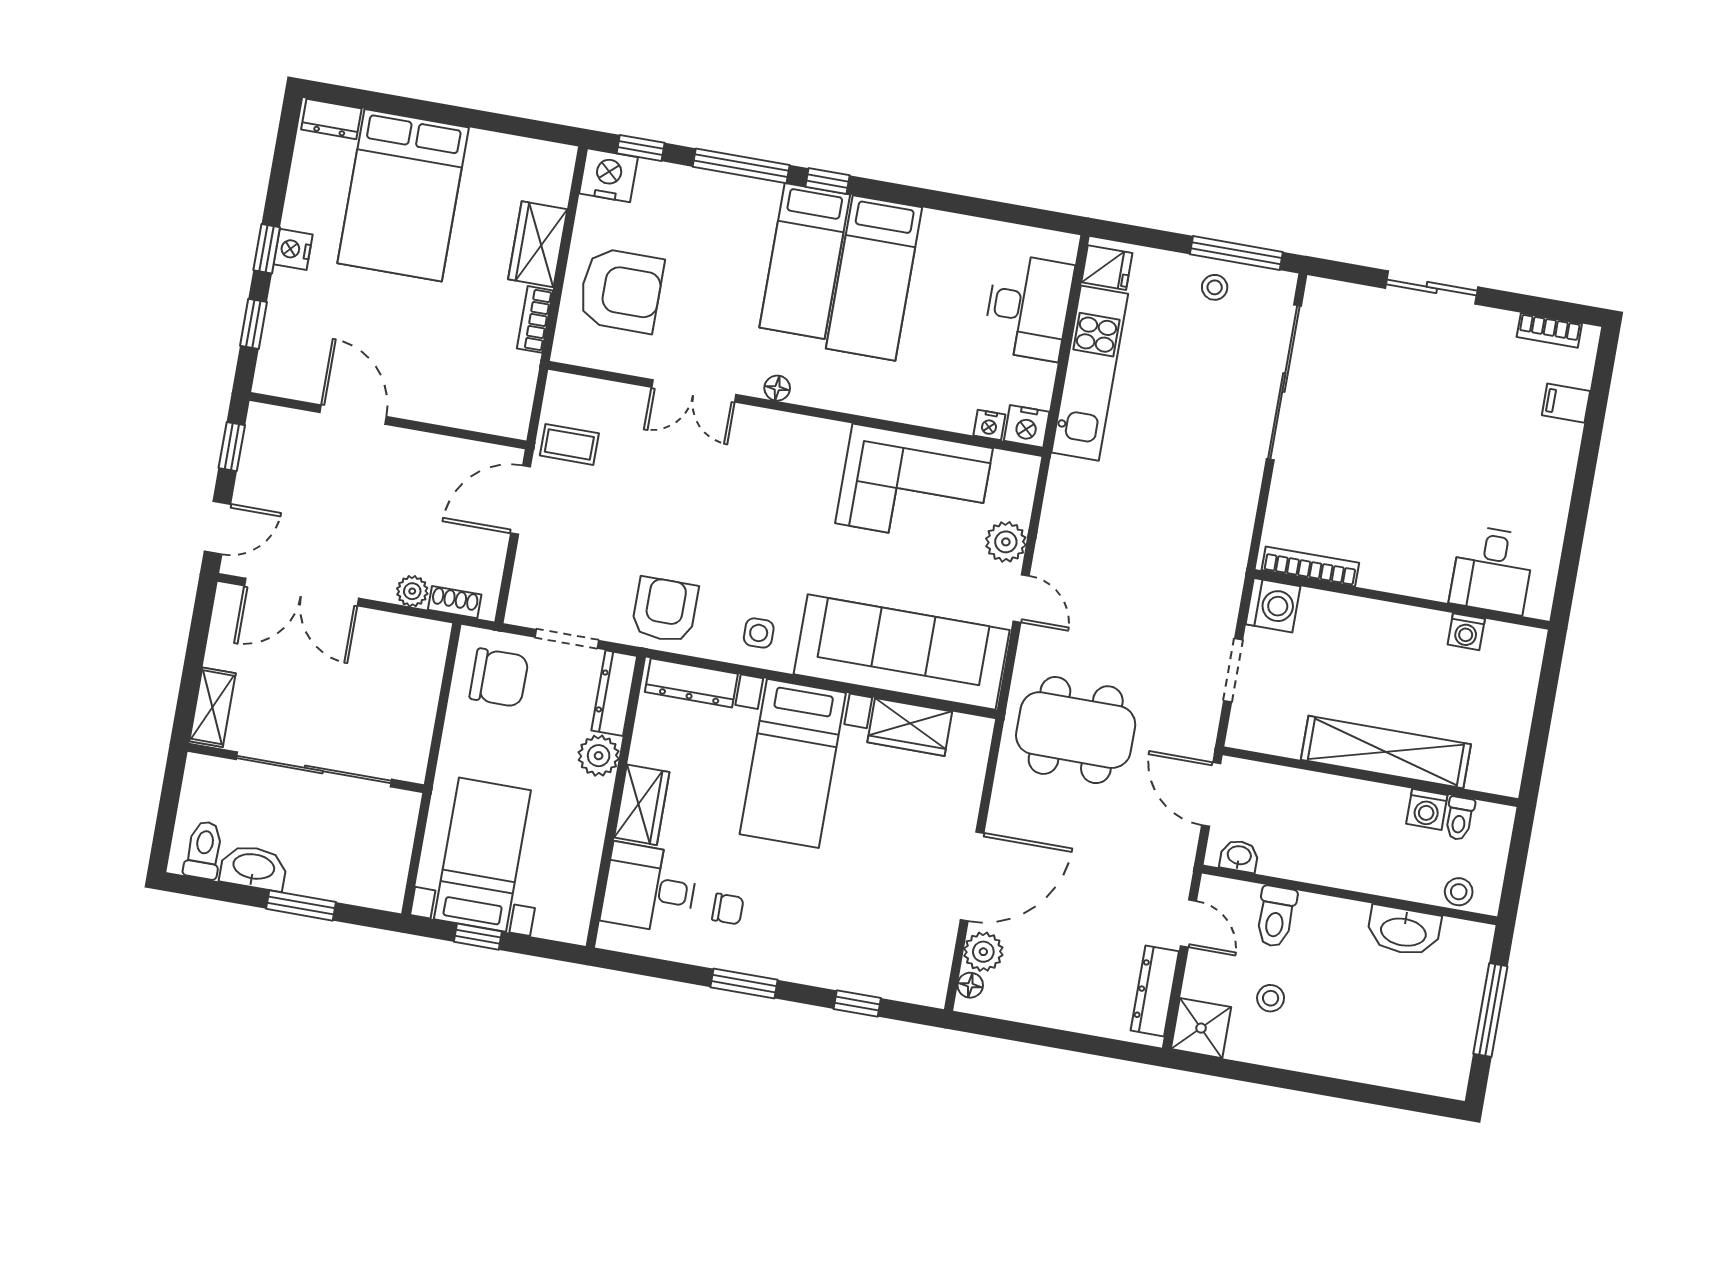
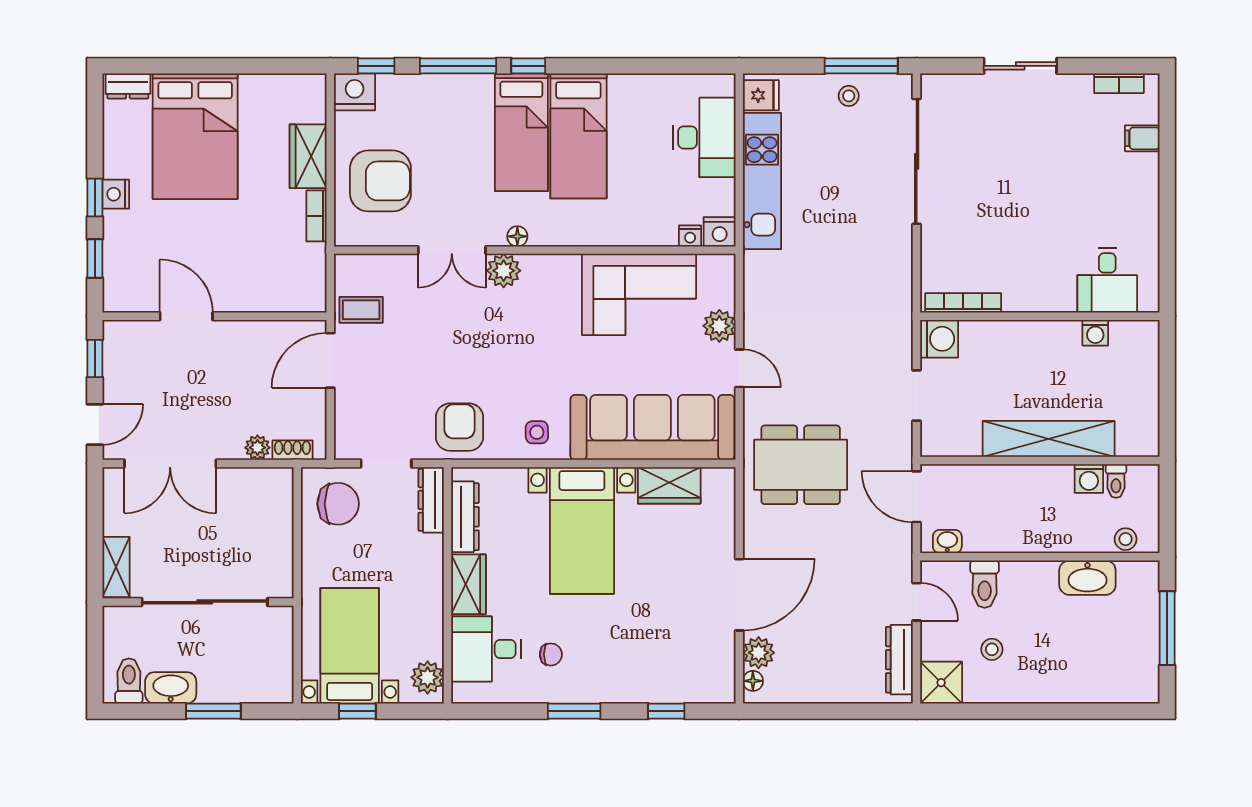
plant: (753, 427) -> (504, 271), added
dresser: (691, 683) -> (465, 517), moved, turned -90
plant: (599, 756) -> (428, 677), moved

